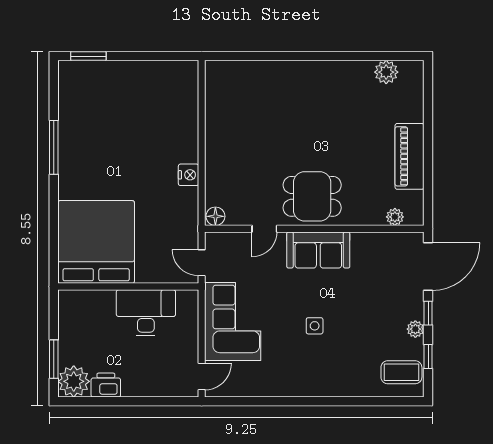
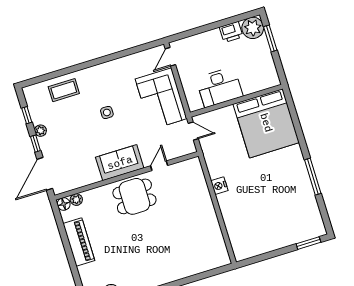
floor lamp: (215, 216) -> (64, 204), moved
coffee table: (401, 372) -> (64, 90), moved

